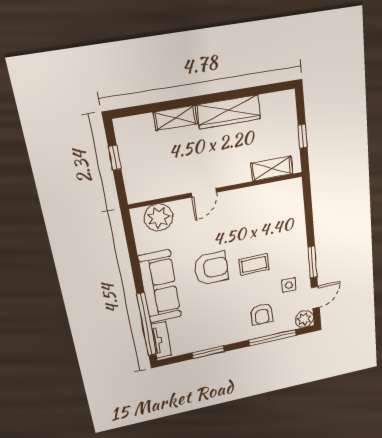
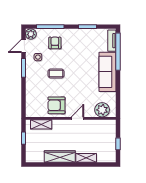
armchair: (211, 268) -> (56, 105), moved

